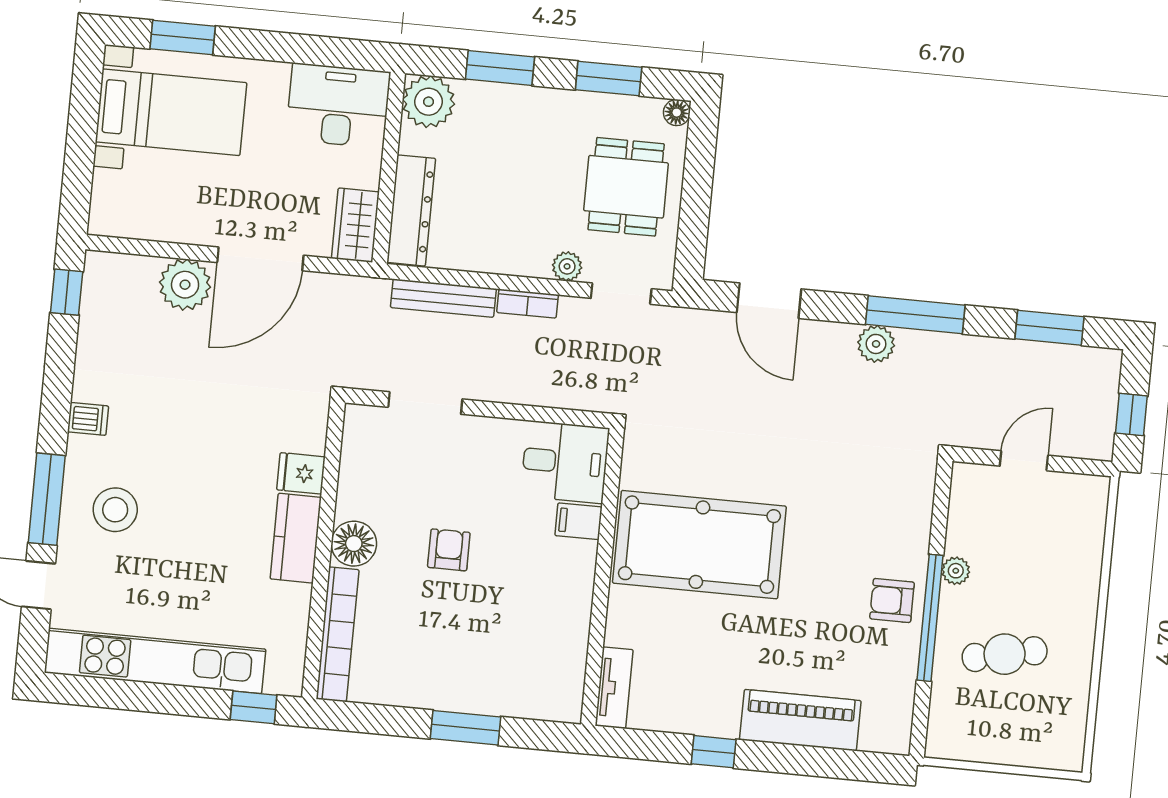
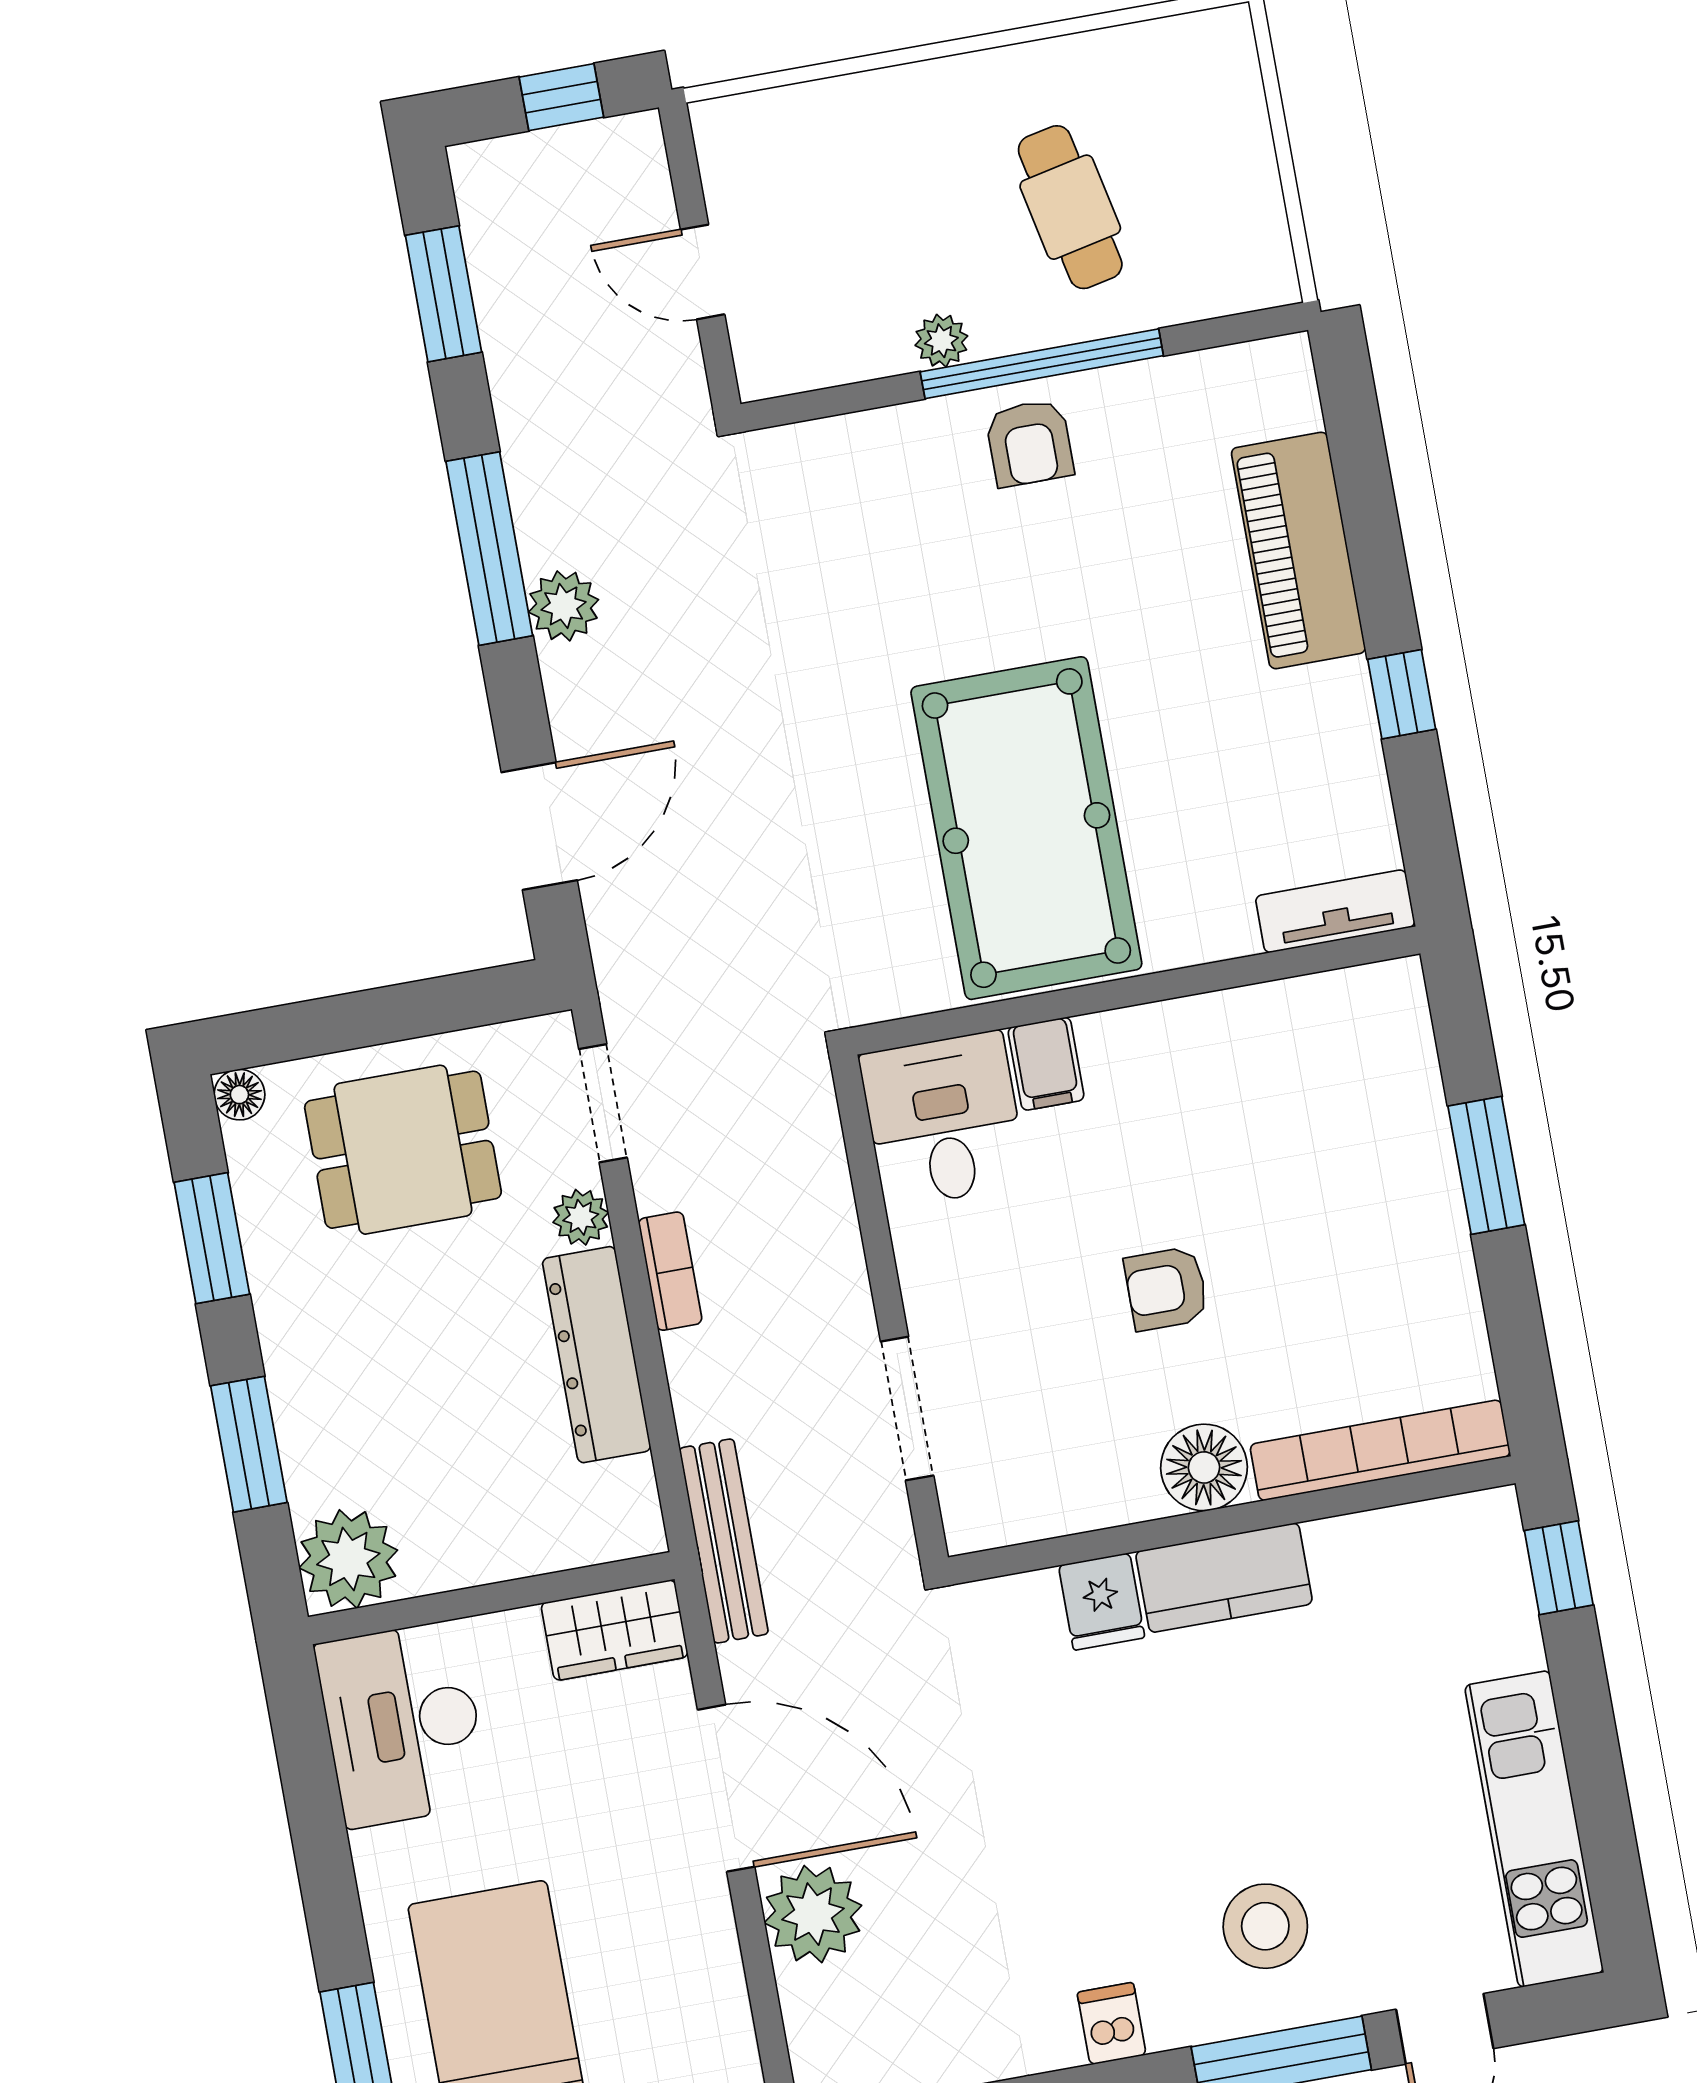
dresser: (411, 210) -> (597, 1355), moved, turned -90
bench: (443, 298) -> (724, 1541), moved
kitchen unit: (155, 661) -> (1534, 1829), width x0.73

